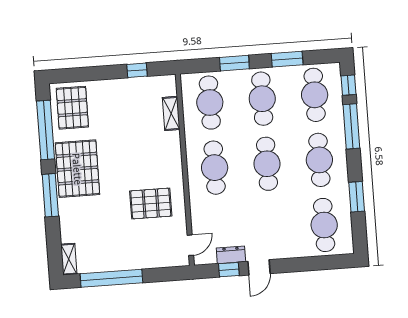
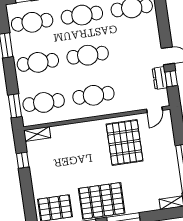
window: (234, 63) -> (15, 106), moved
shelving: (171, 113) -> (37, 134), moved
pallet: (151, 204) -> (125, 143), width x1.37, depth x1.41
door: (190, 245) -> (154, 110), swing flipped

